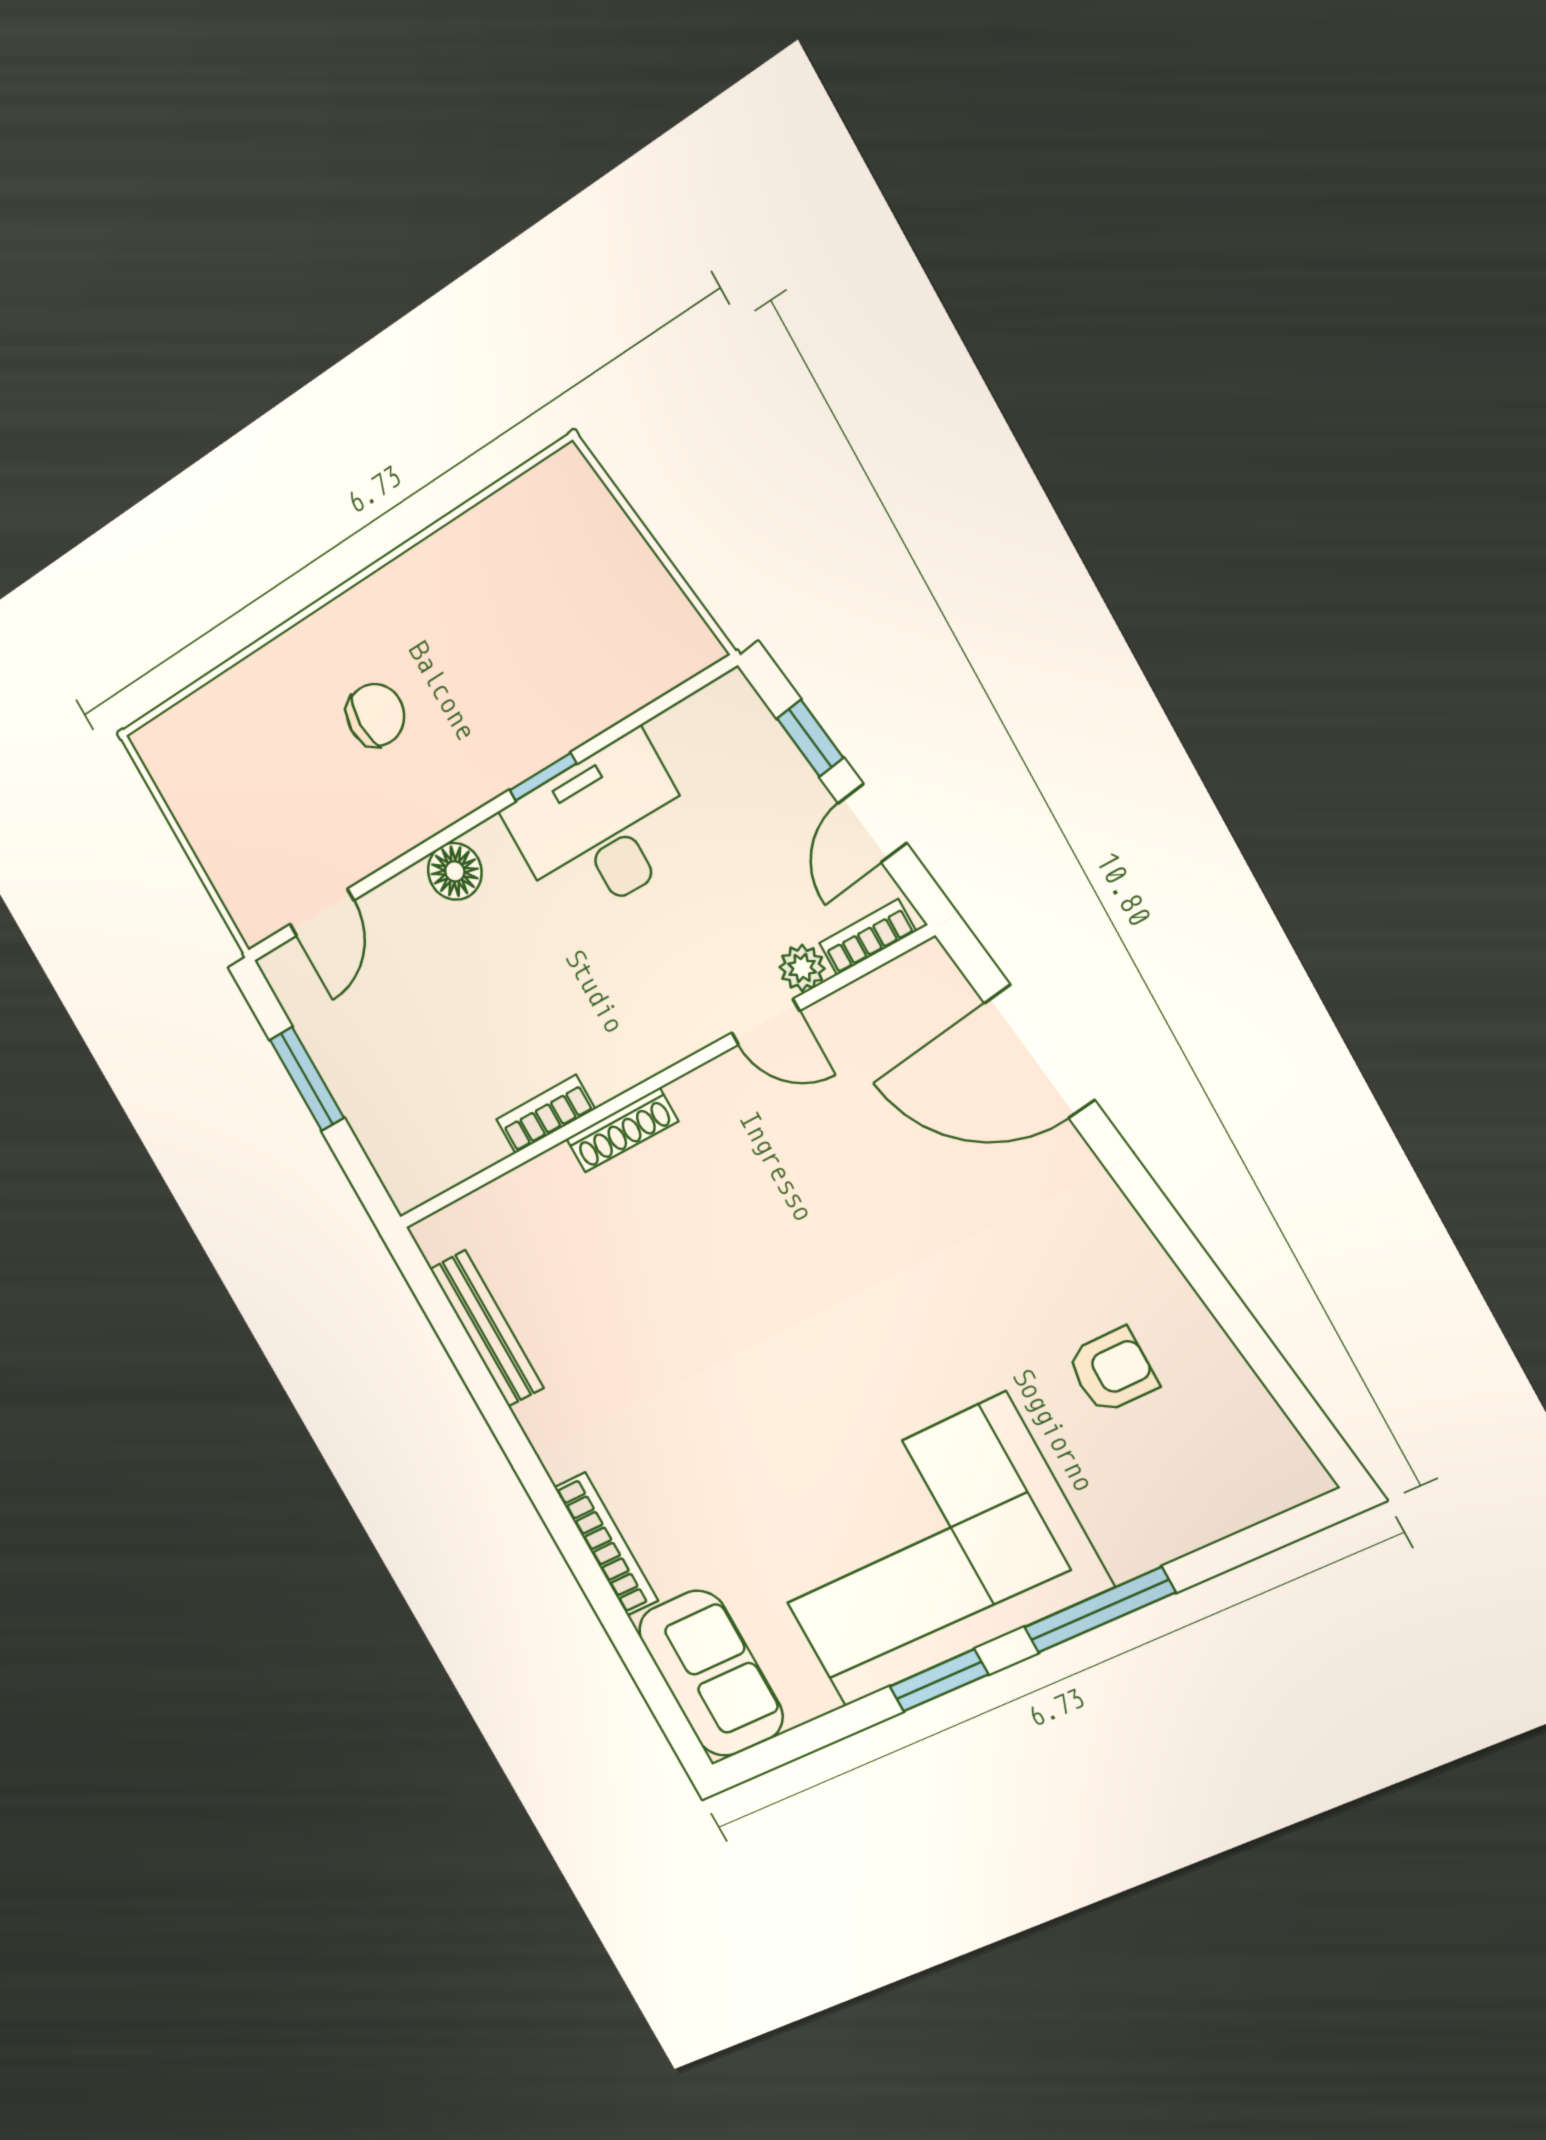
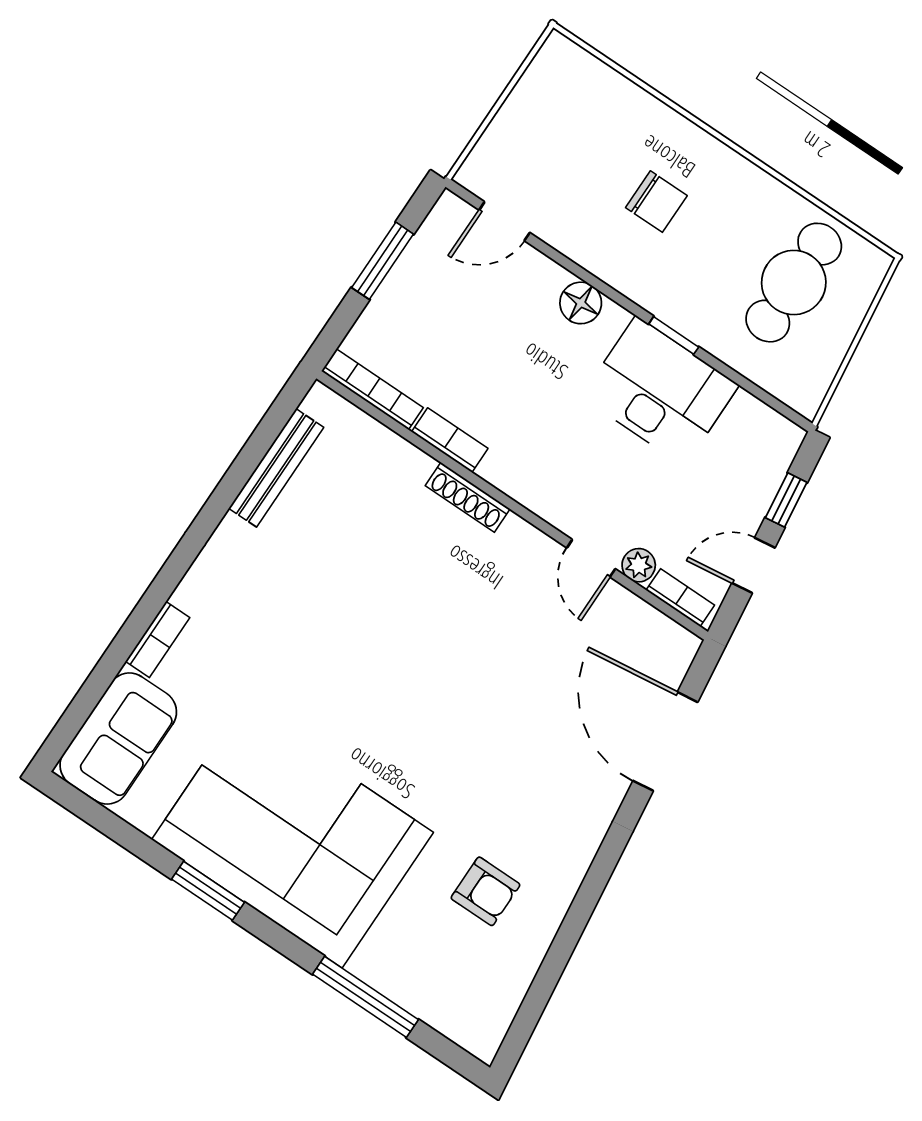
cafe table: (546, 590) -> (794, 283), added
bookcase: (447, 1171) -> (372, 389), added
bookcase: (606, 1544) -> (158, 639), width x0.64
window: (1099, 1610) -> (365, 997), moved

